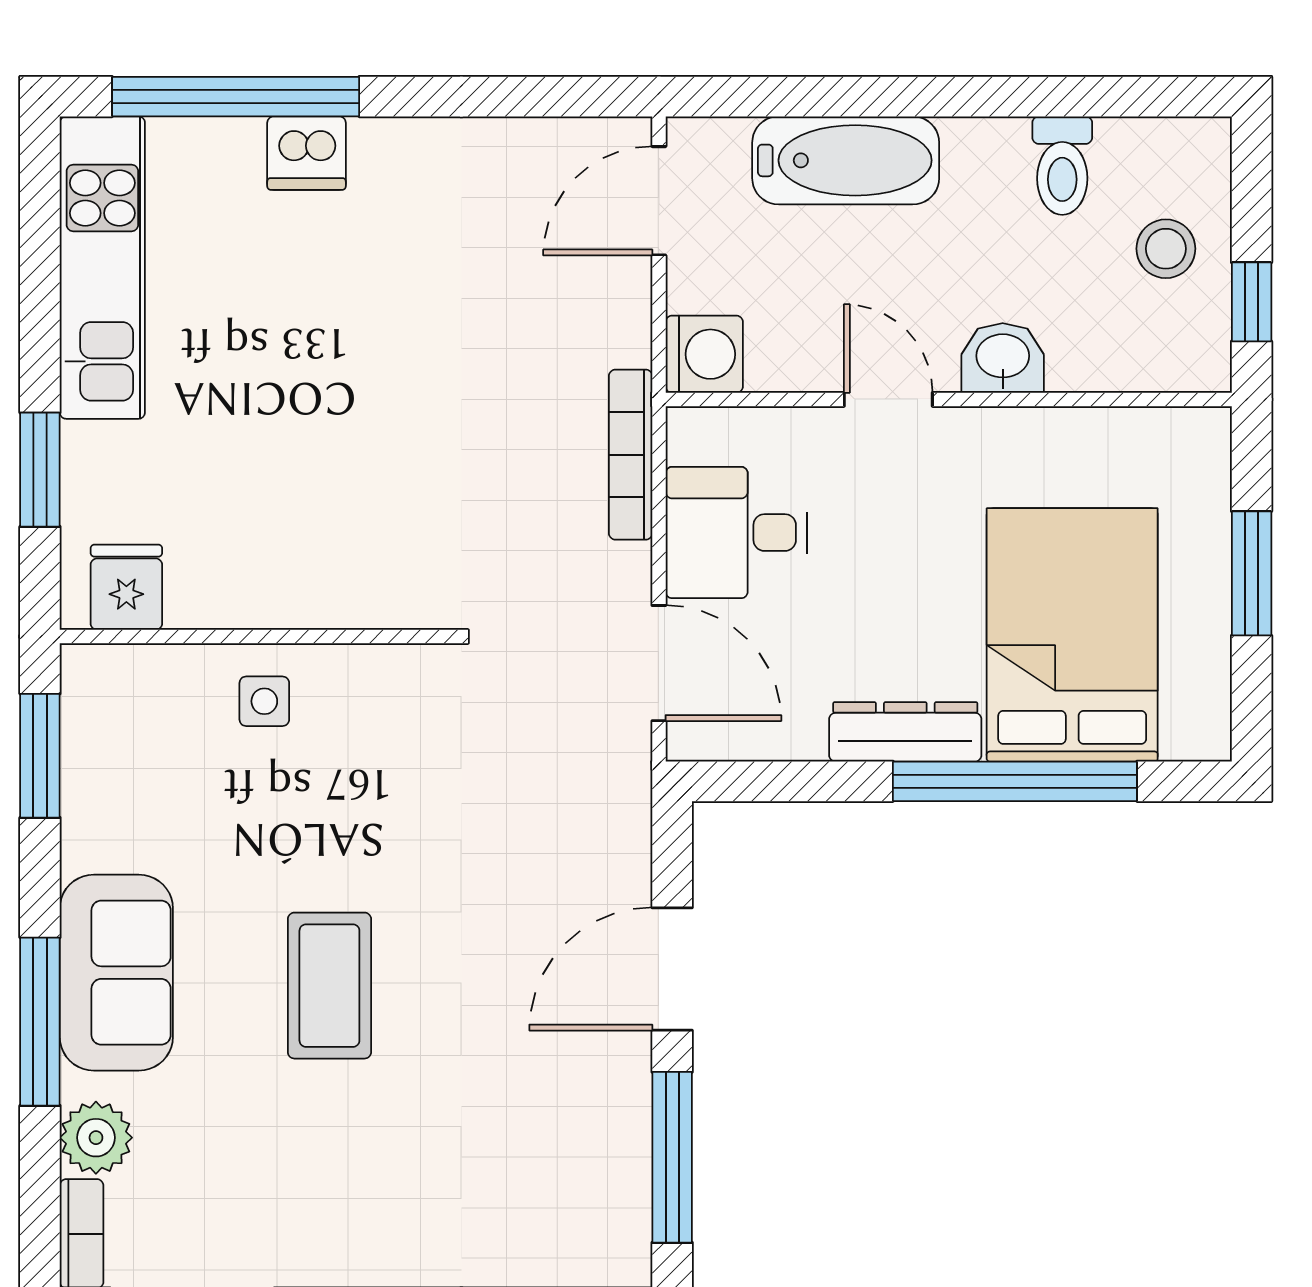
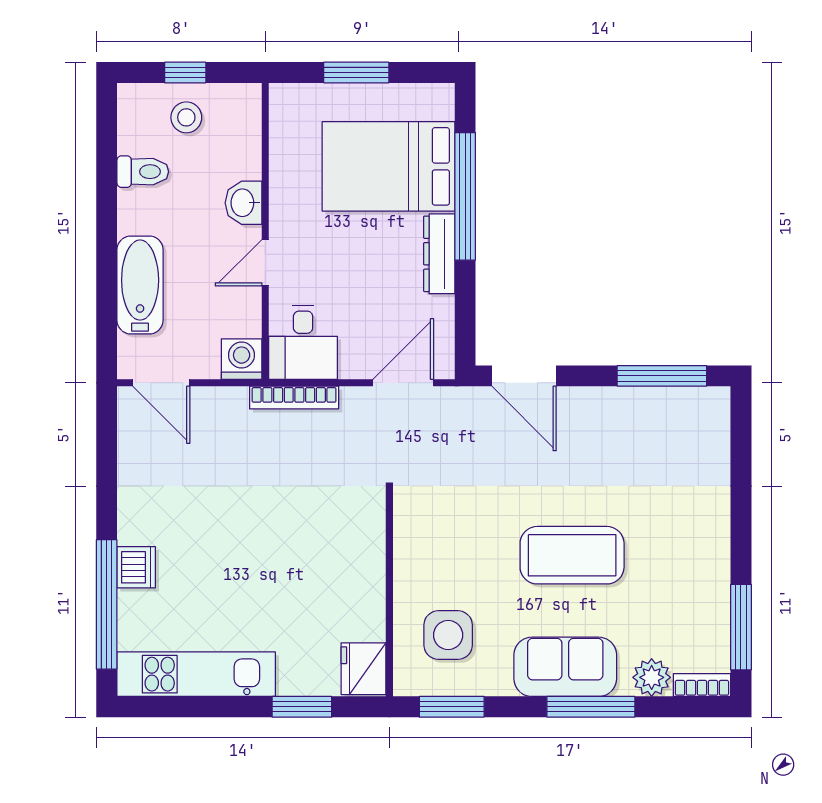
window: (1252, 302) -> (185, 73), moved
desk: (736, 533) -> (303, 342), moved
fridge: (126, 587) -> (364, 669), width x1.38
side table: (264, 701) -> (448, 635), moved, width x1.87, depth x1.87
door: (672, 969) -> (524, 376), moved
coffee table: (329, 986) -> (572, 555), width x1.36, depth x1.32

